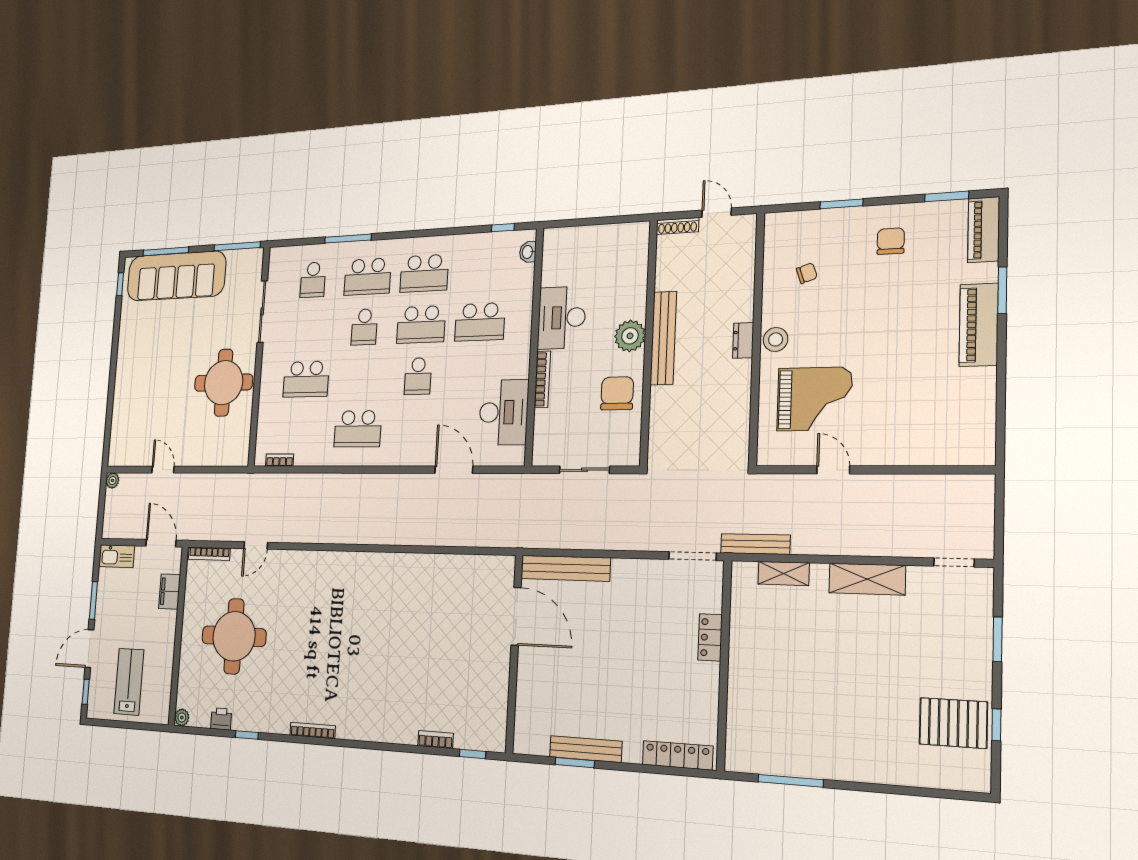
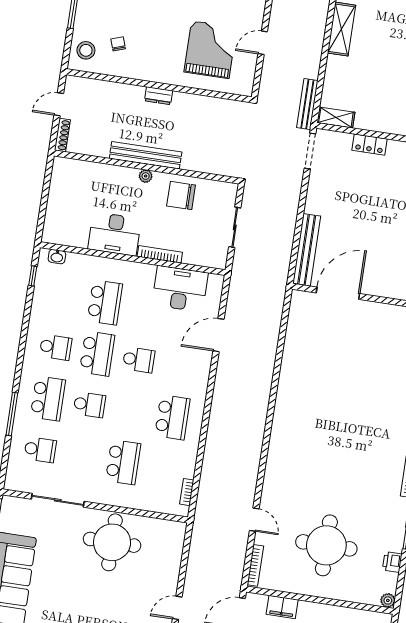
school desk: (424, 273) -> (56, 347), width x0.54
plant: (630, 336) -> (146, 176), width x0.53, depth x0.53
stool: (776, 339) -> (86, 50), moved
shelving: (784, 573) -> (336, 117), moved, turned 90

